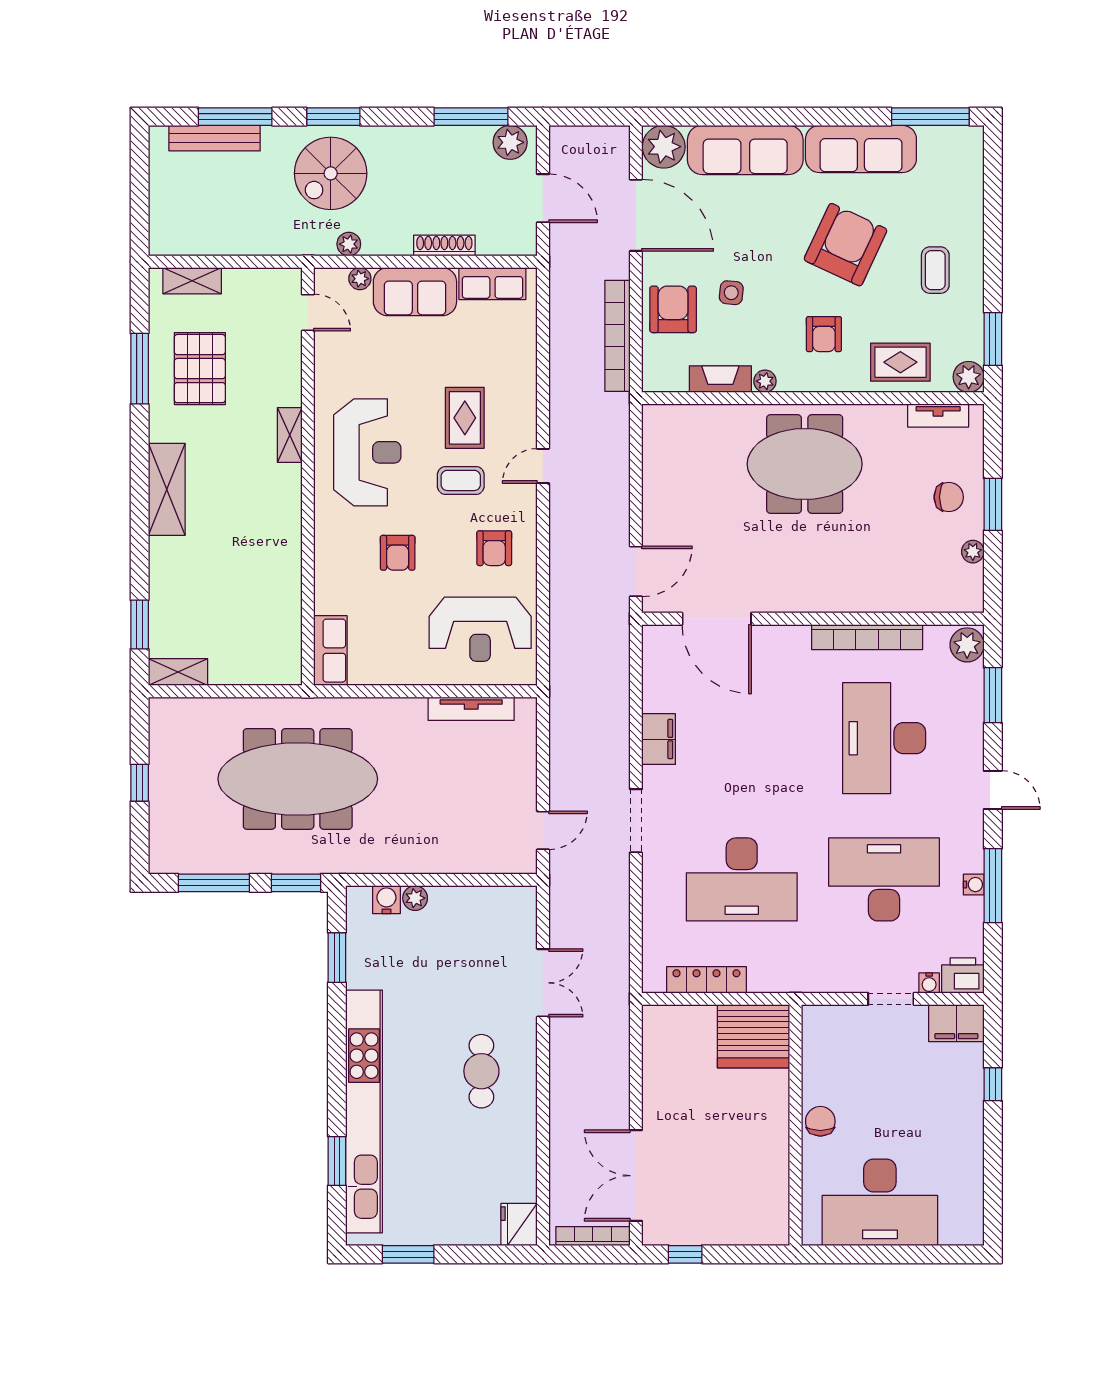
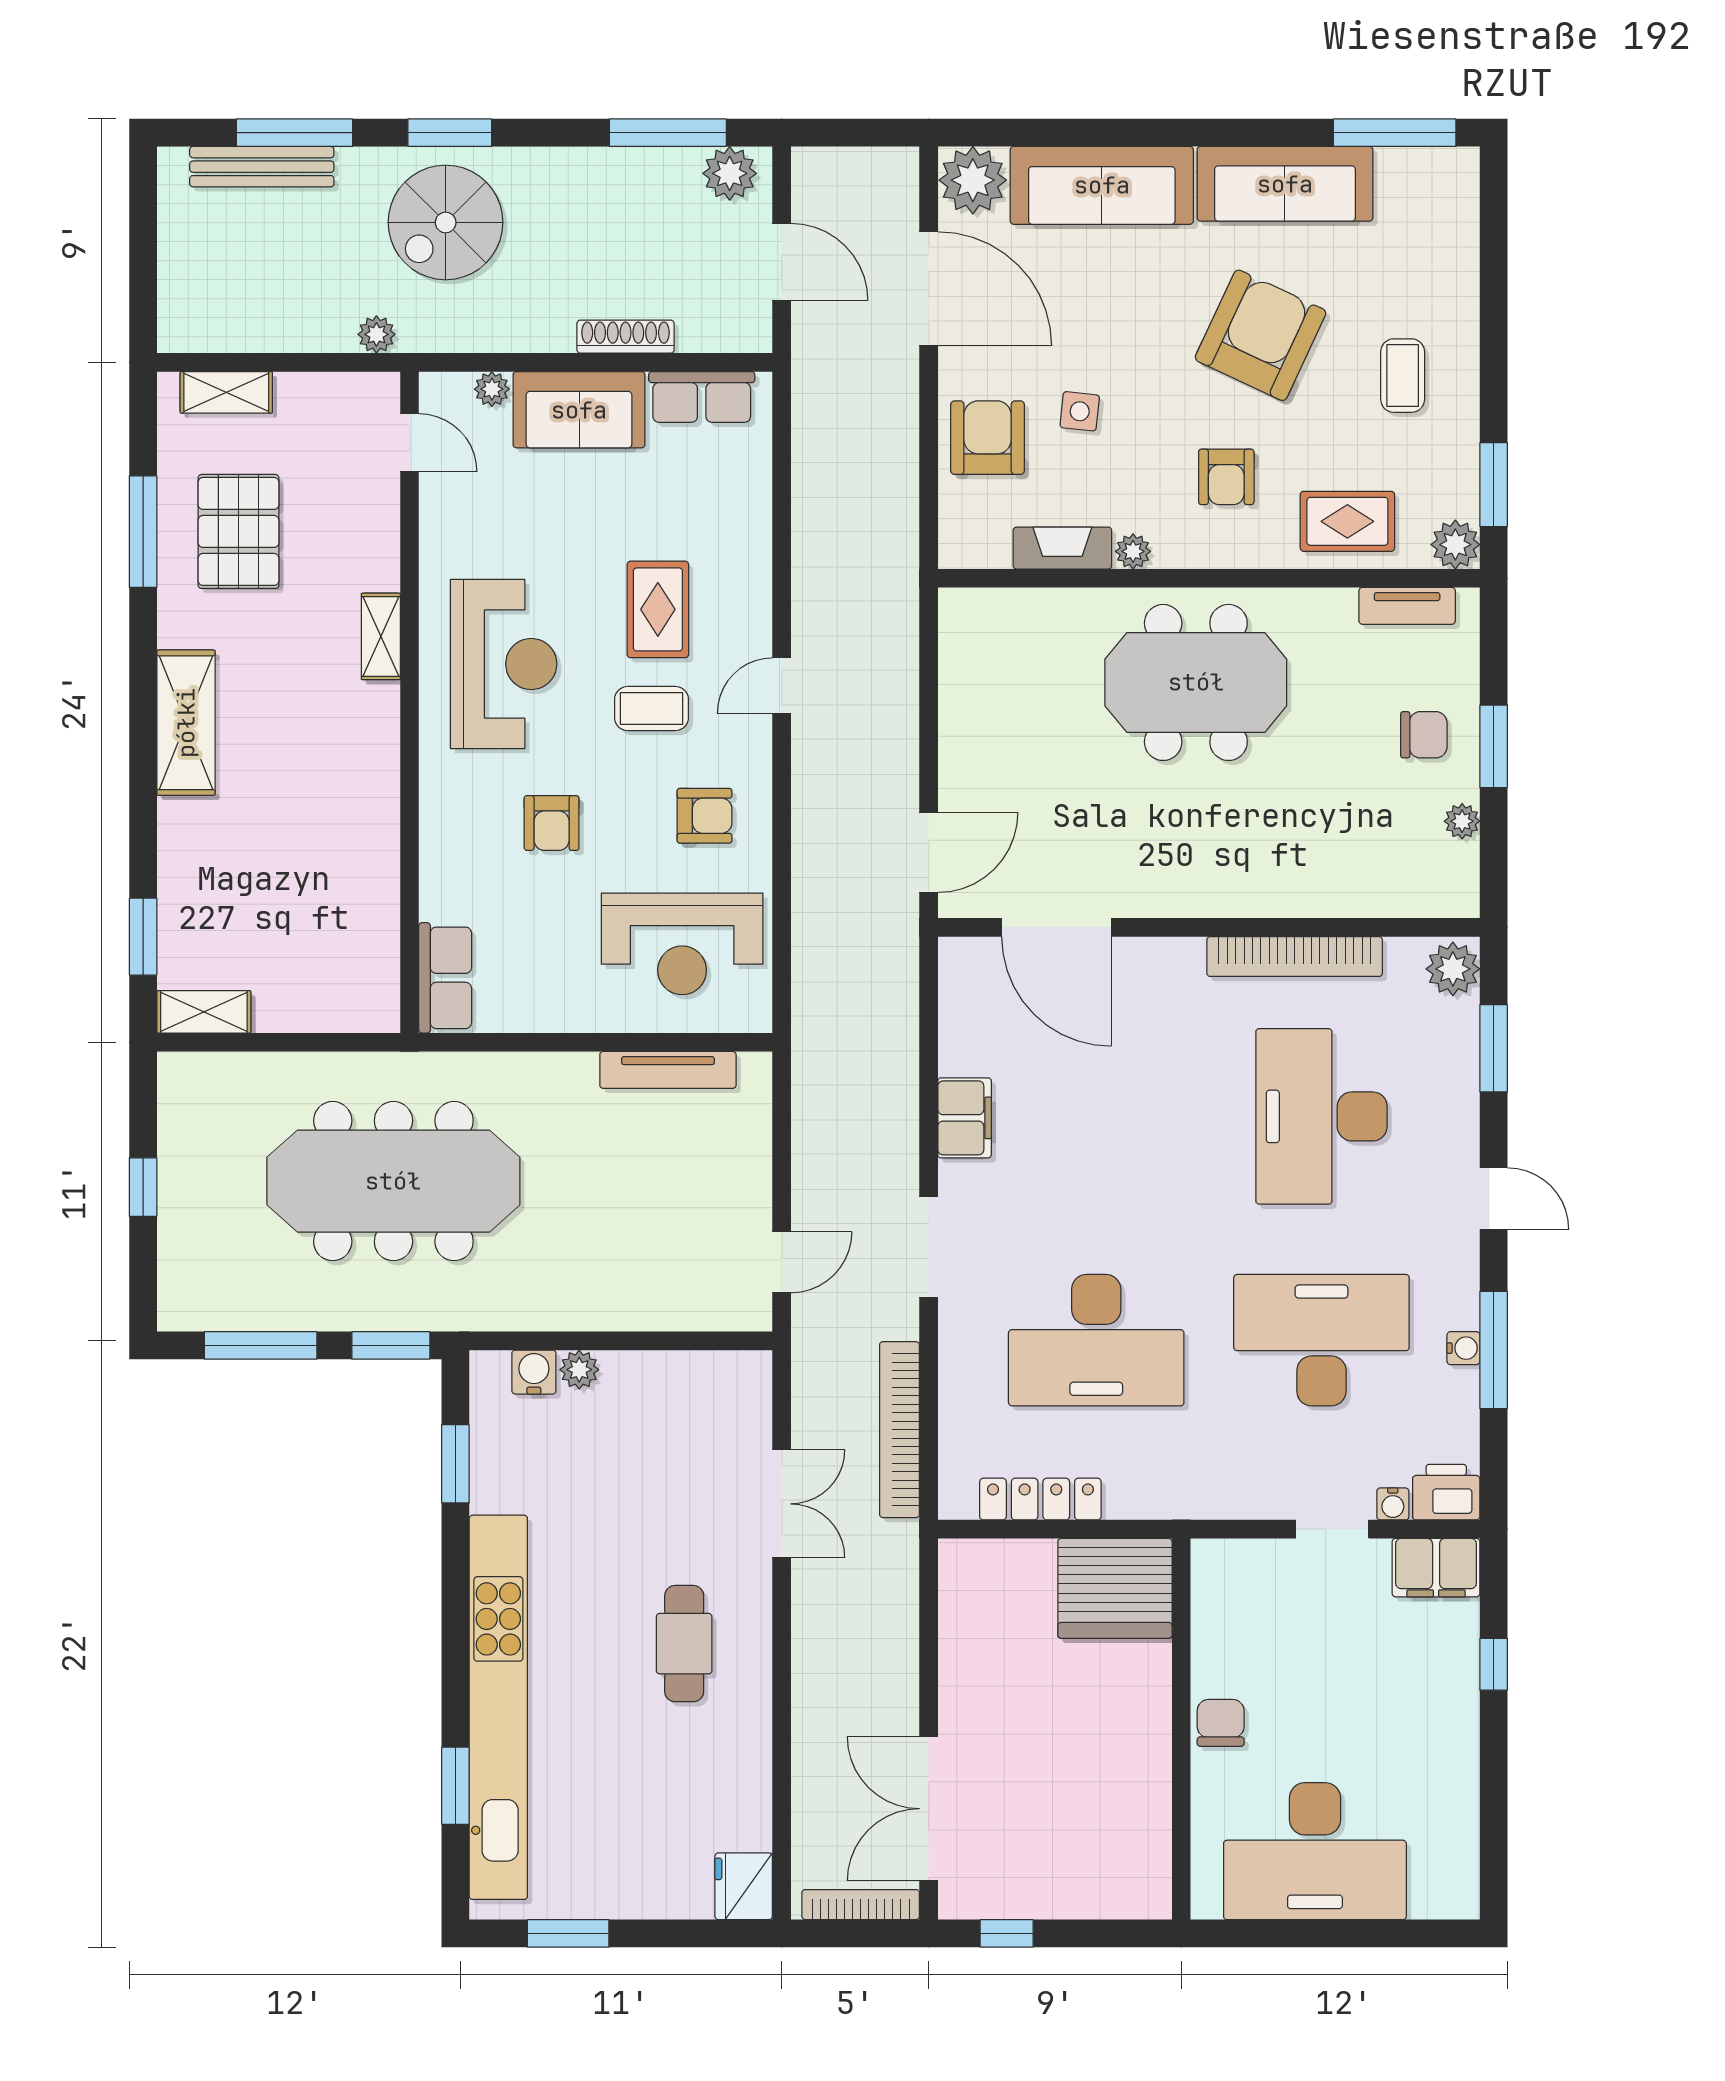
plant: (349, 244) -> (376, 334), moved
bookcase: (617, 336) -> (899, 1430), moved
armchair: (494, 548) -> (704, 816), turned -90

